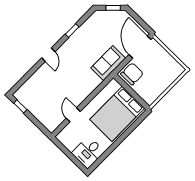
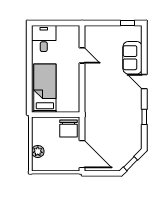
sofa: (108, 63) -> (132, 58), moved, turned 180
plant: (169, 79) -> (38, 151), added
bed: (117, 114) -> (45, 88), width x0.67

